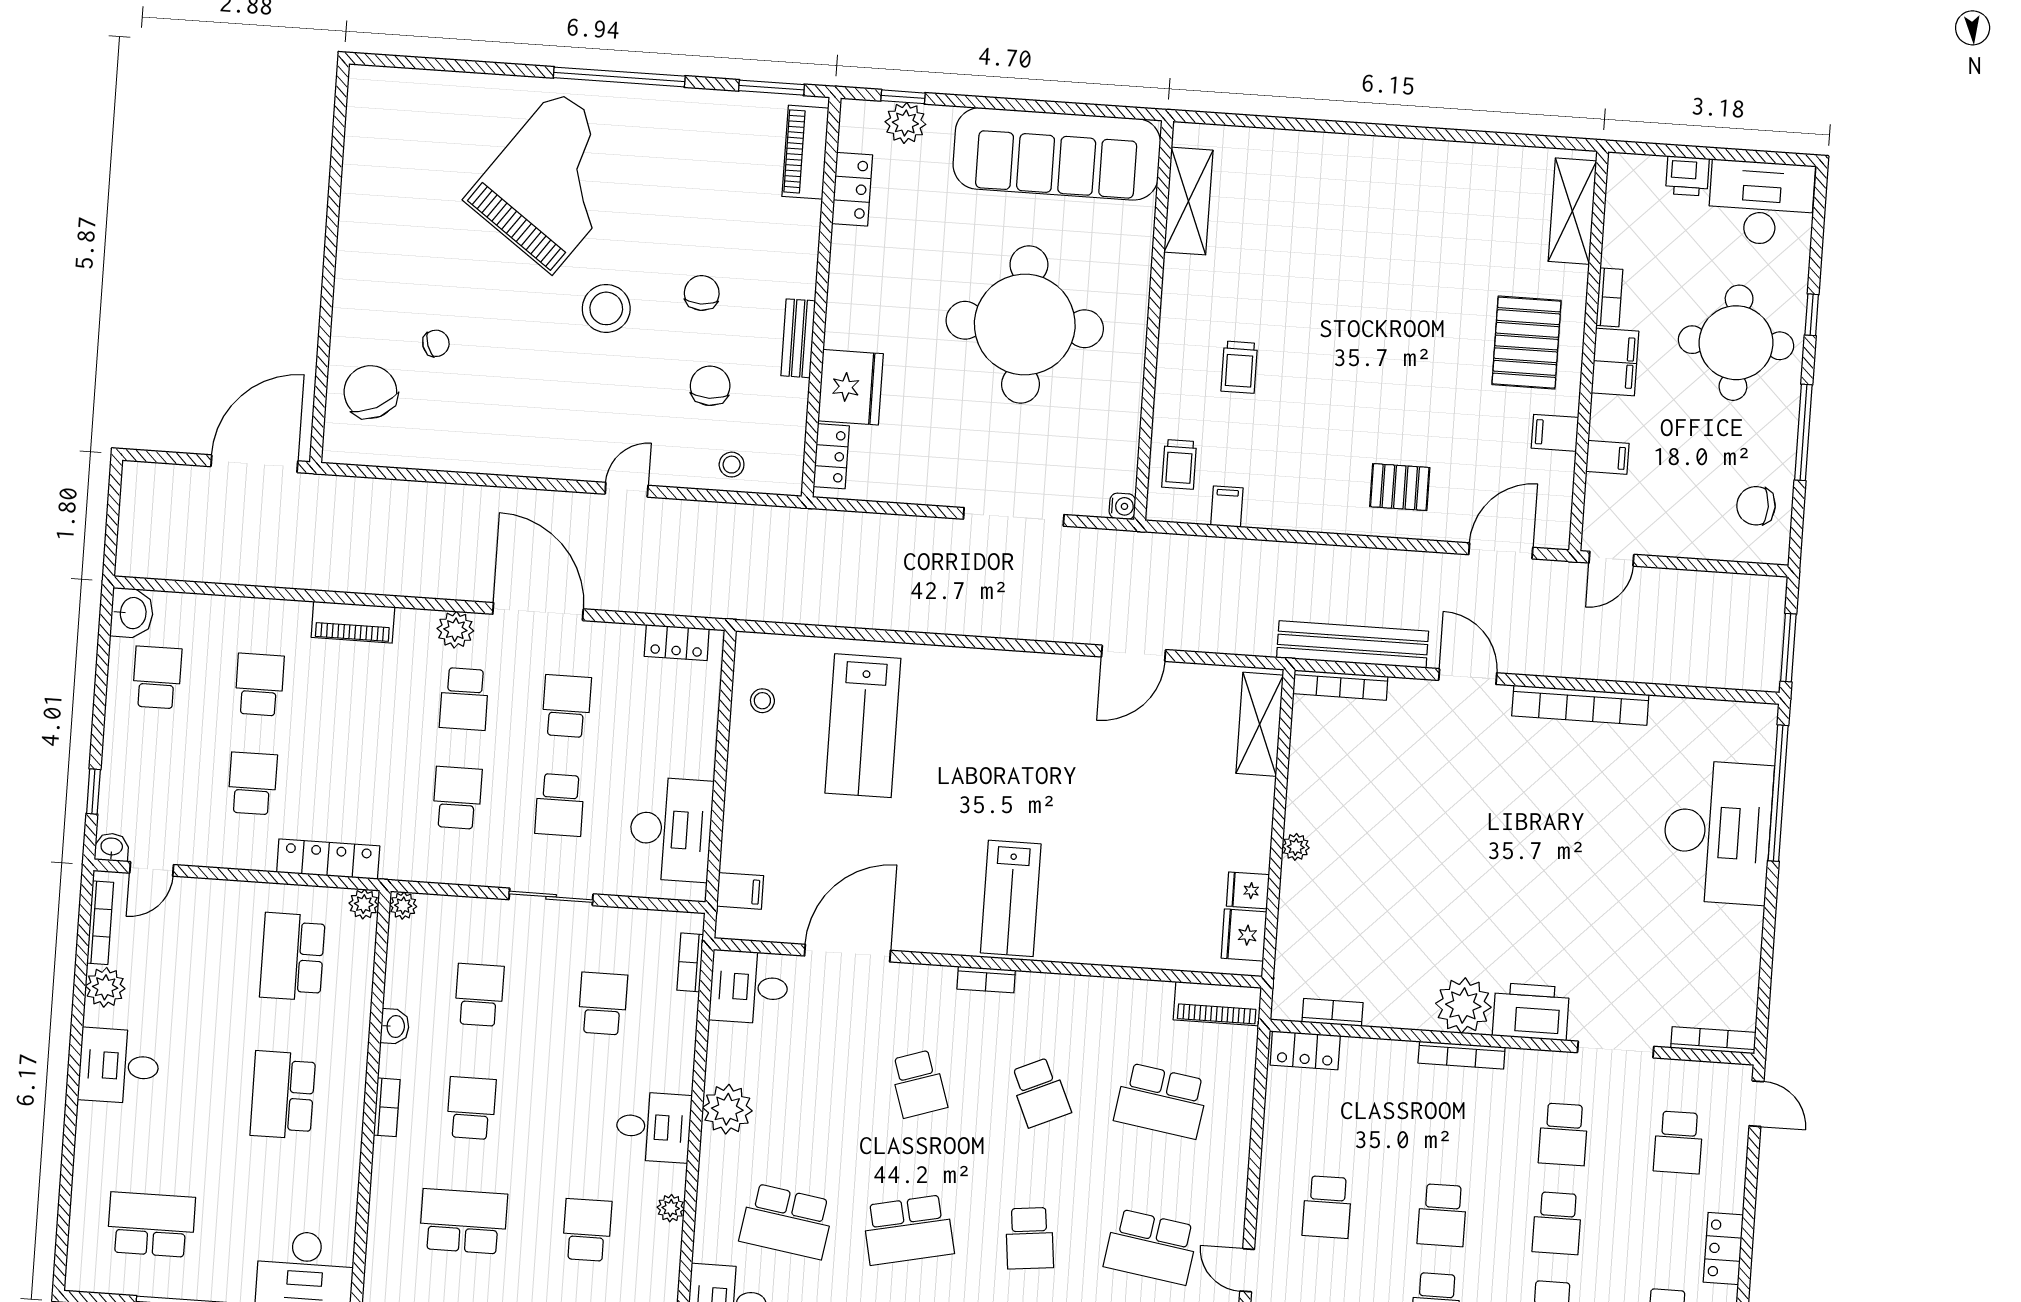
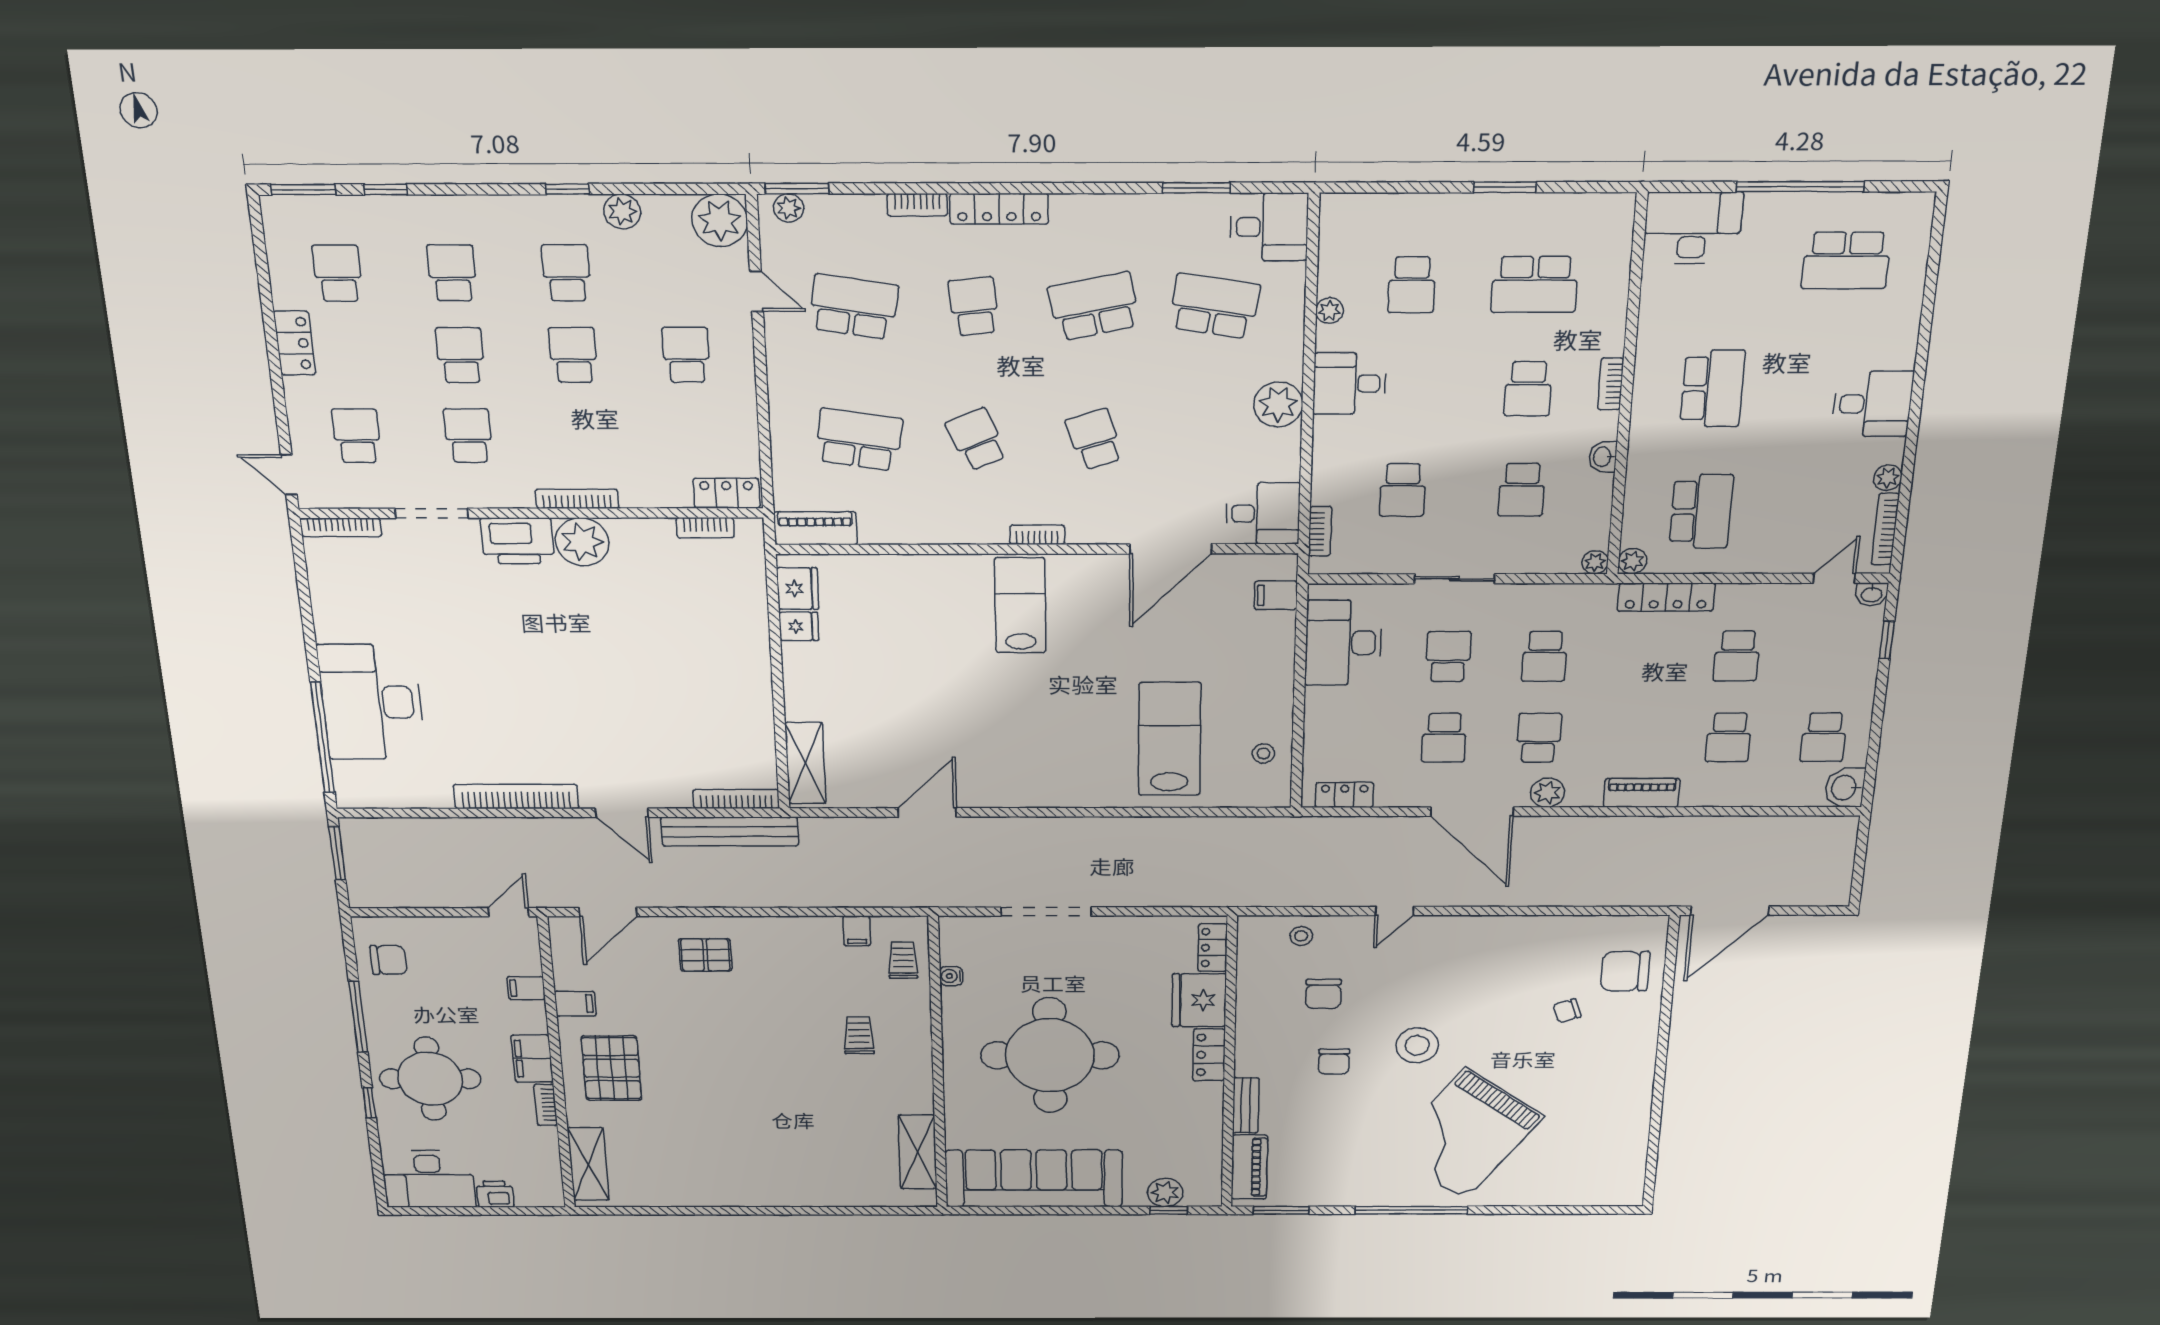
locker: (852, 189) -> (1209, 1055), moved
bench: (798, 338) -> (1246, 1105), moved
chair: (370, 392) -> (1625, 971), turned 116
water cooler: (1122, 506) -> (951, 976), moved
plant: (1296, 847) -> (759, 665), removed
plant: (105, 987) -> (1888, 478), width x0.73, depth x0.73

